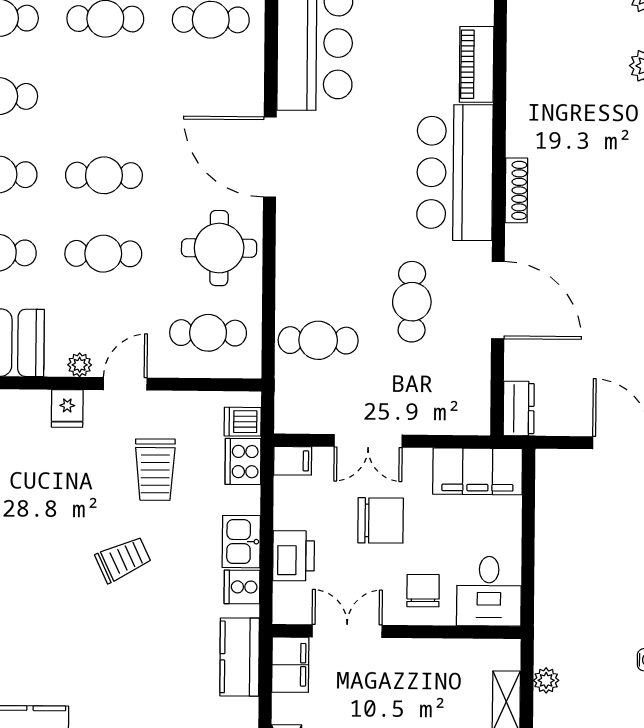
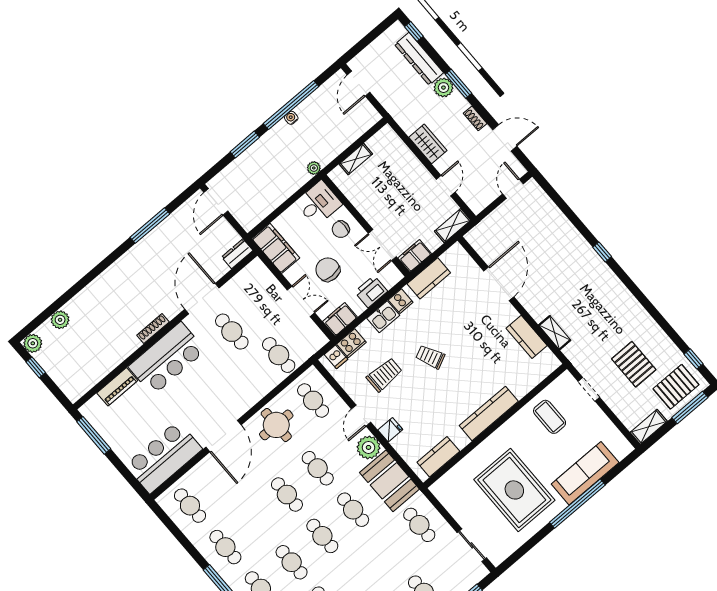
cafe table: (412, 302) -> (232, 332), turned 90
plant: (80, 365) -> (369, 447), width x1.87, depth x1.87
door: (125, 384) -> (361, 416), hinge flipped
filing cabinet: (293, 461) -> (340, 319), width x2.00
plant: (546, 680) -> (314, 168), moved

